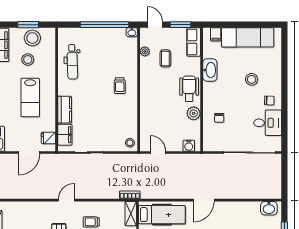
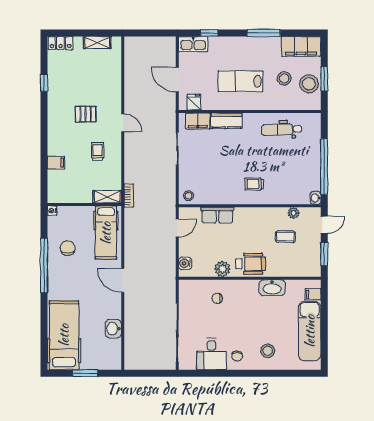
row of seats: (194, 42) -> (217, 215), moved, turned 180
stool: (252, 79) -> (268, 351), moved
washbasin: (269, 208) -> (113, 329), moved

